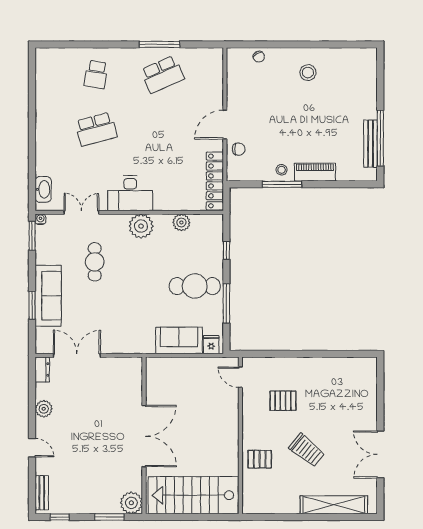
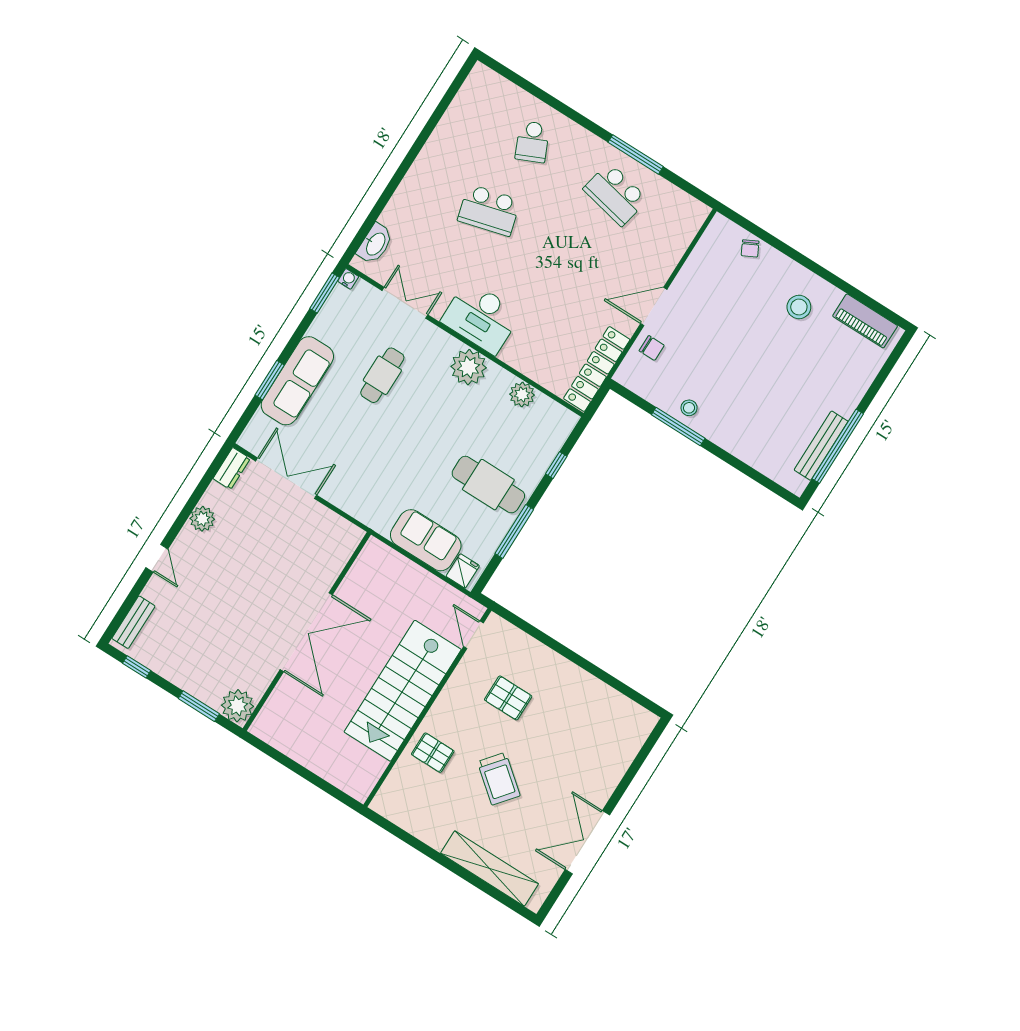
school desk: (96, 74) -> (532, 142), turned -33
school desk: (162, 74) -> (615, 194), turned 36
piano: (315, 172) -> (865, 321), moved, turned 180
stairs: (193, 495) -> (403, 691), moved, turned -90

